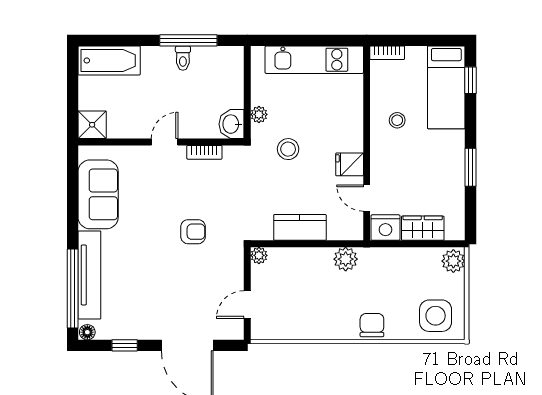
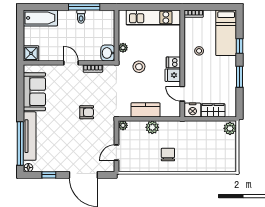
window: (471, 80) -> (239, 46), moved
dishwasher: (351, 141) -> (173, 62), added
door: (165, 142) -> (71, 63), hinge flipped
plant: (346, 259) -> (152, 127), moved
side table: (436, 316) -> (220, 159), removed
chair: (372, 325) -> (168, 154), moved

